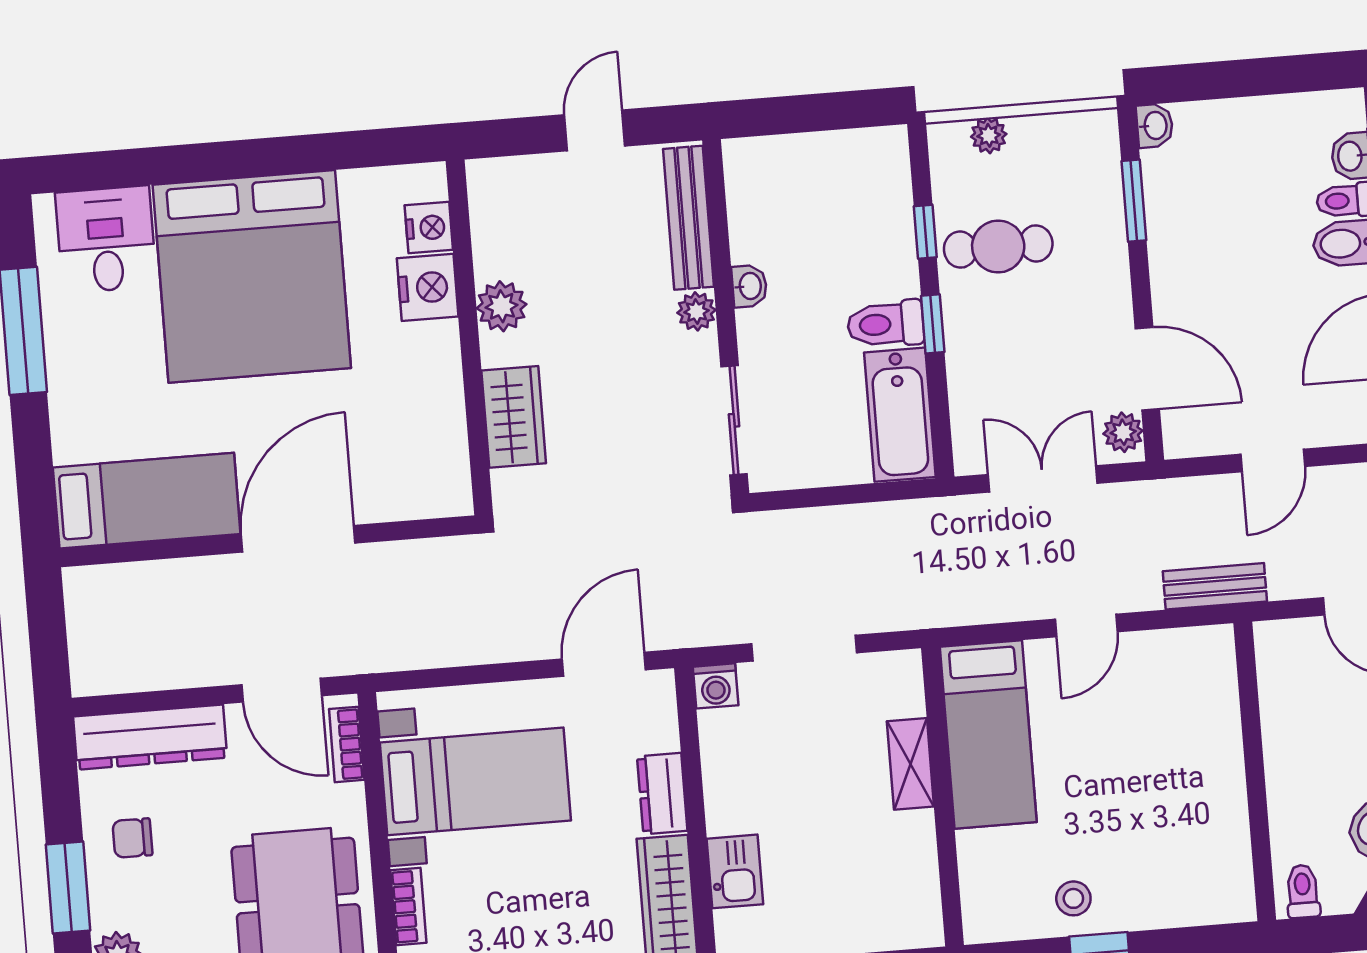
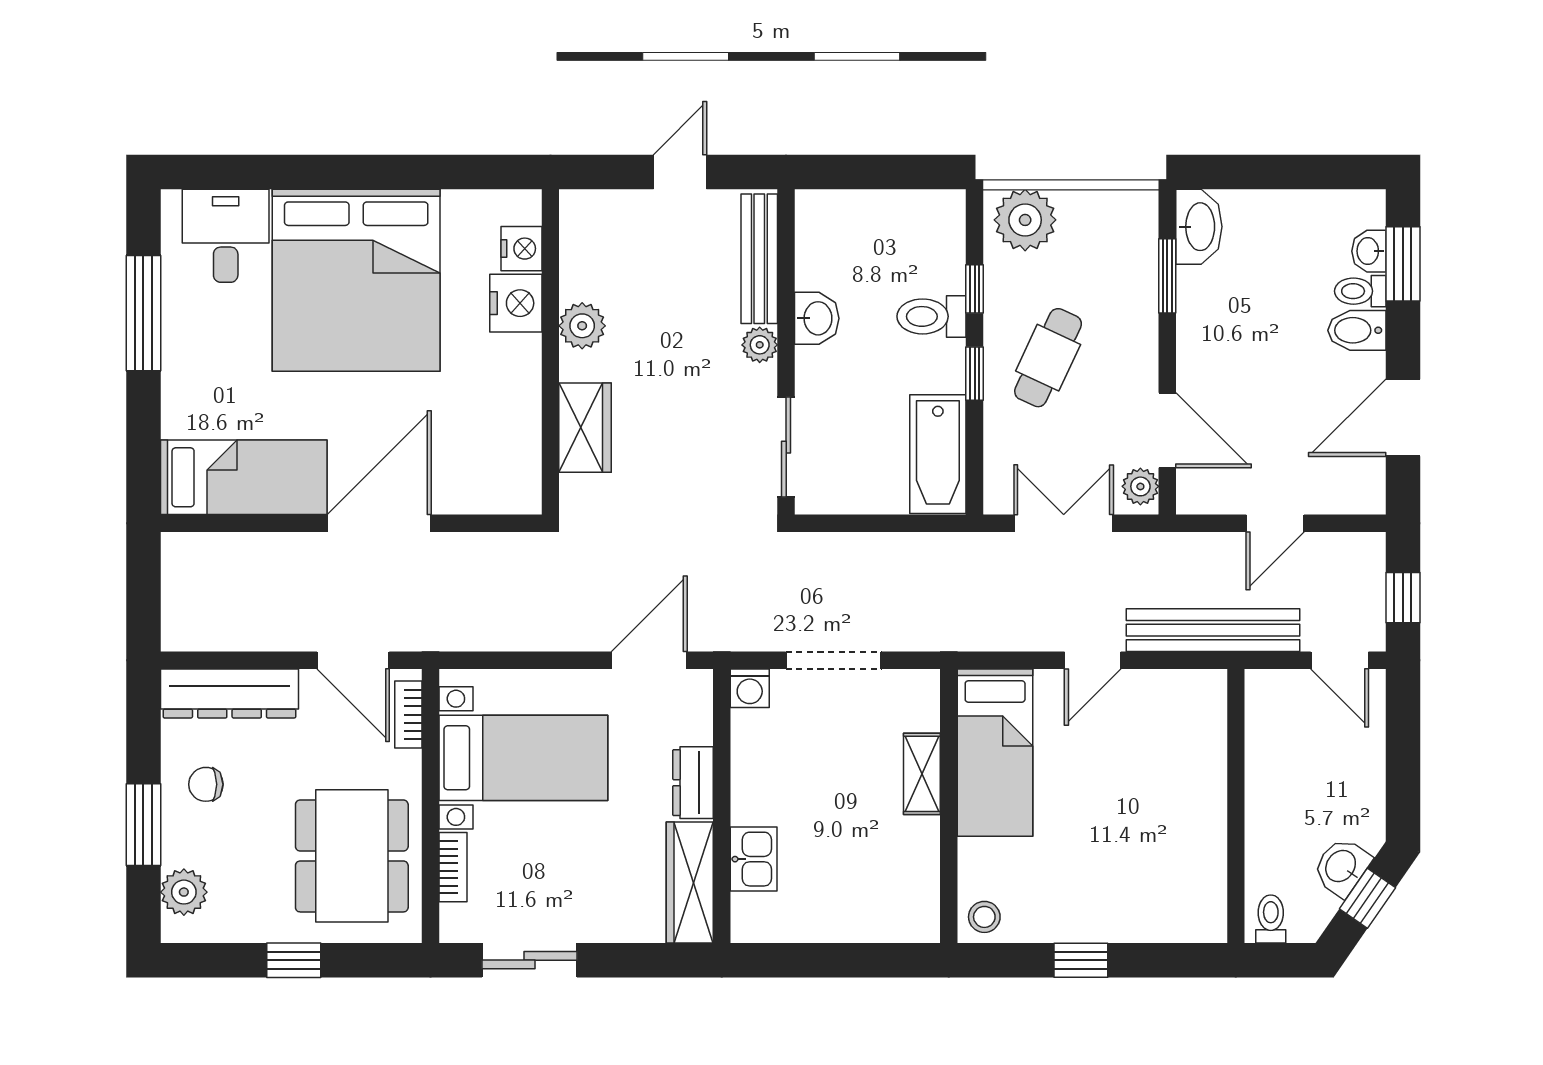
washbasin: (1155, 126) -> (1199, 227), width x1.91, depth x1.45
plant: (989, 135) -> (1025, 220), width x1.88, depth x1.88
cafe table: (998, 247) -> (1048, 358), moved, turned -65
washbasin: (749, 286) -> (817, 318), width x1.38, depth x1.45
toilet: (886, 324) -> (931, 316), moved
bench: (1215, 586) -> (1213, 630), width x1.86, depth x1.21
stool: (1073, 898) -> (984, 917), moved

